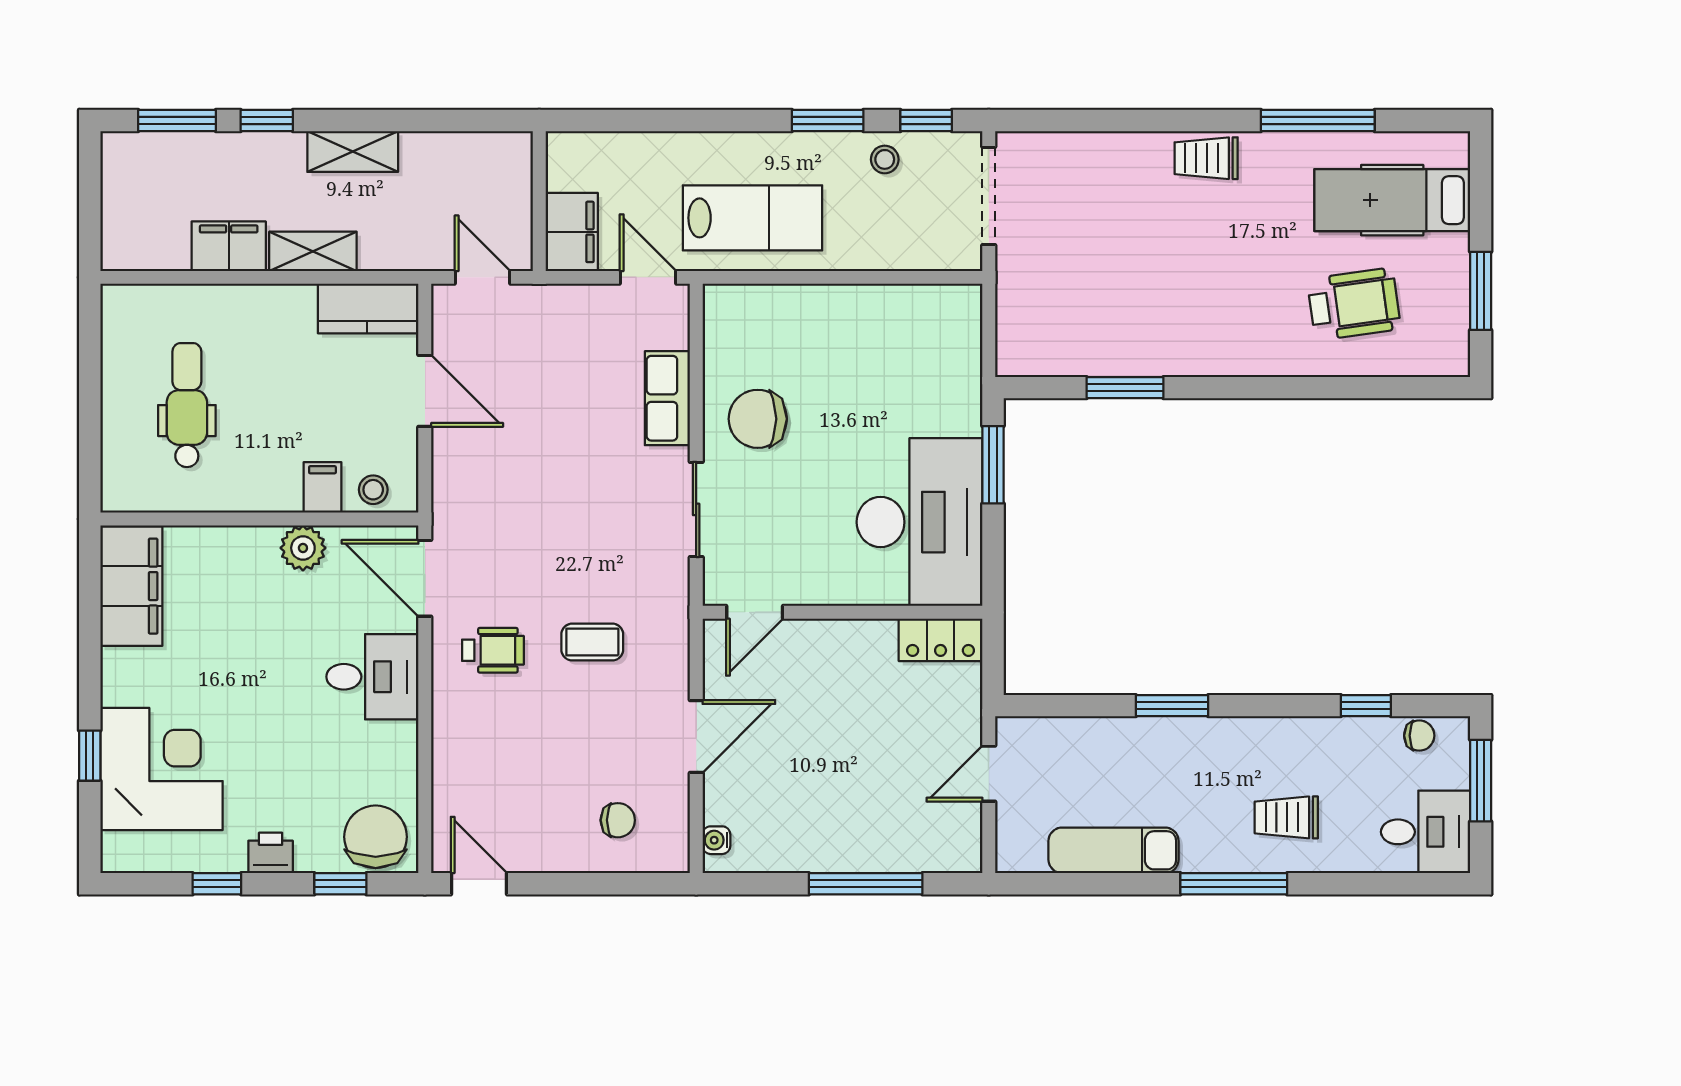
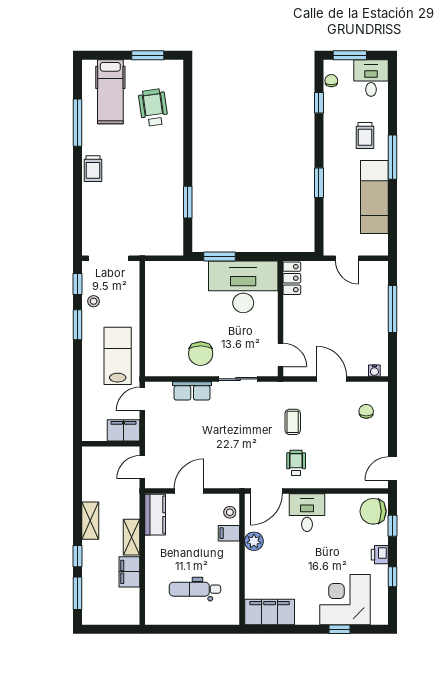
exam couch: (1114, 850) -> (374, 197), width x1.36, depth x1.45

